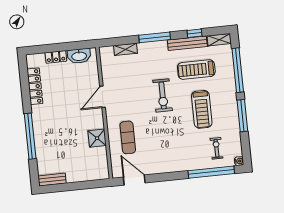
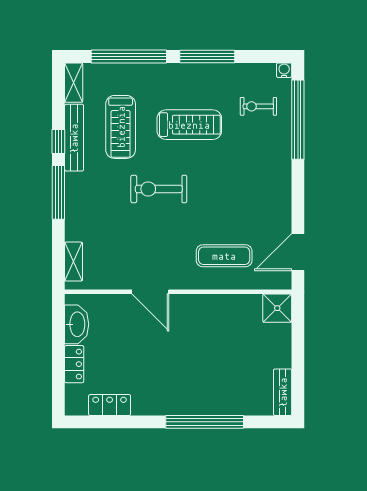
window: (194, 33) -> (58, 142), moved
shelving: (125, 49) -> (74, 262), moved
locker: (35, 86) -> (110, 405), width x0.66
exercise bike: (163, 95) -> (159, 189), turned 180
shower: (97, 138) -> (277, 308), moved

